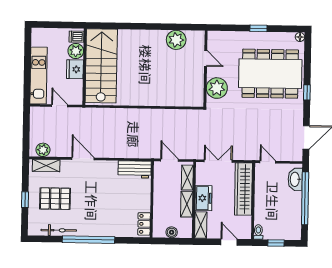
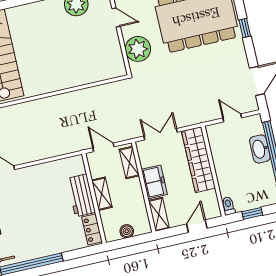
door: (268, 162) -> (232, 118), moved
workbench: (135, 169) -> (81, 195), moved, turned 90
washbasin: (295, 179) -> (260, 149), moved
shelving: (187, 204) -> (102, 194), moved
door: (229, 242) -> (197, 226), hinge flipped

